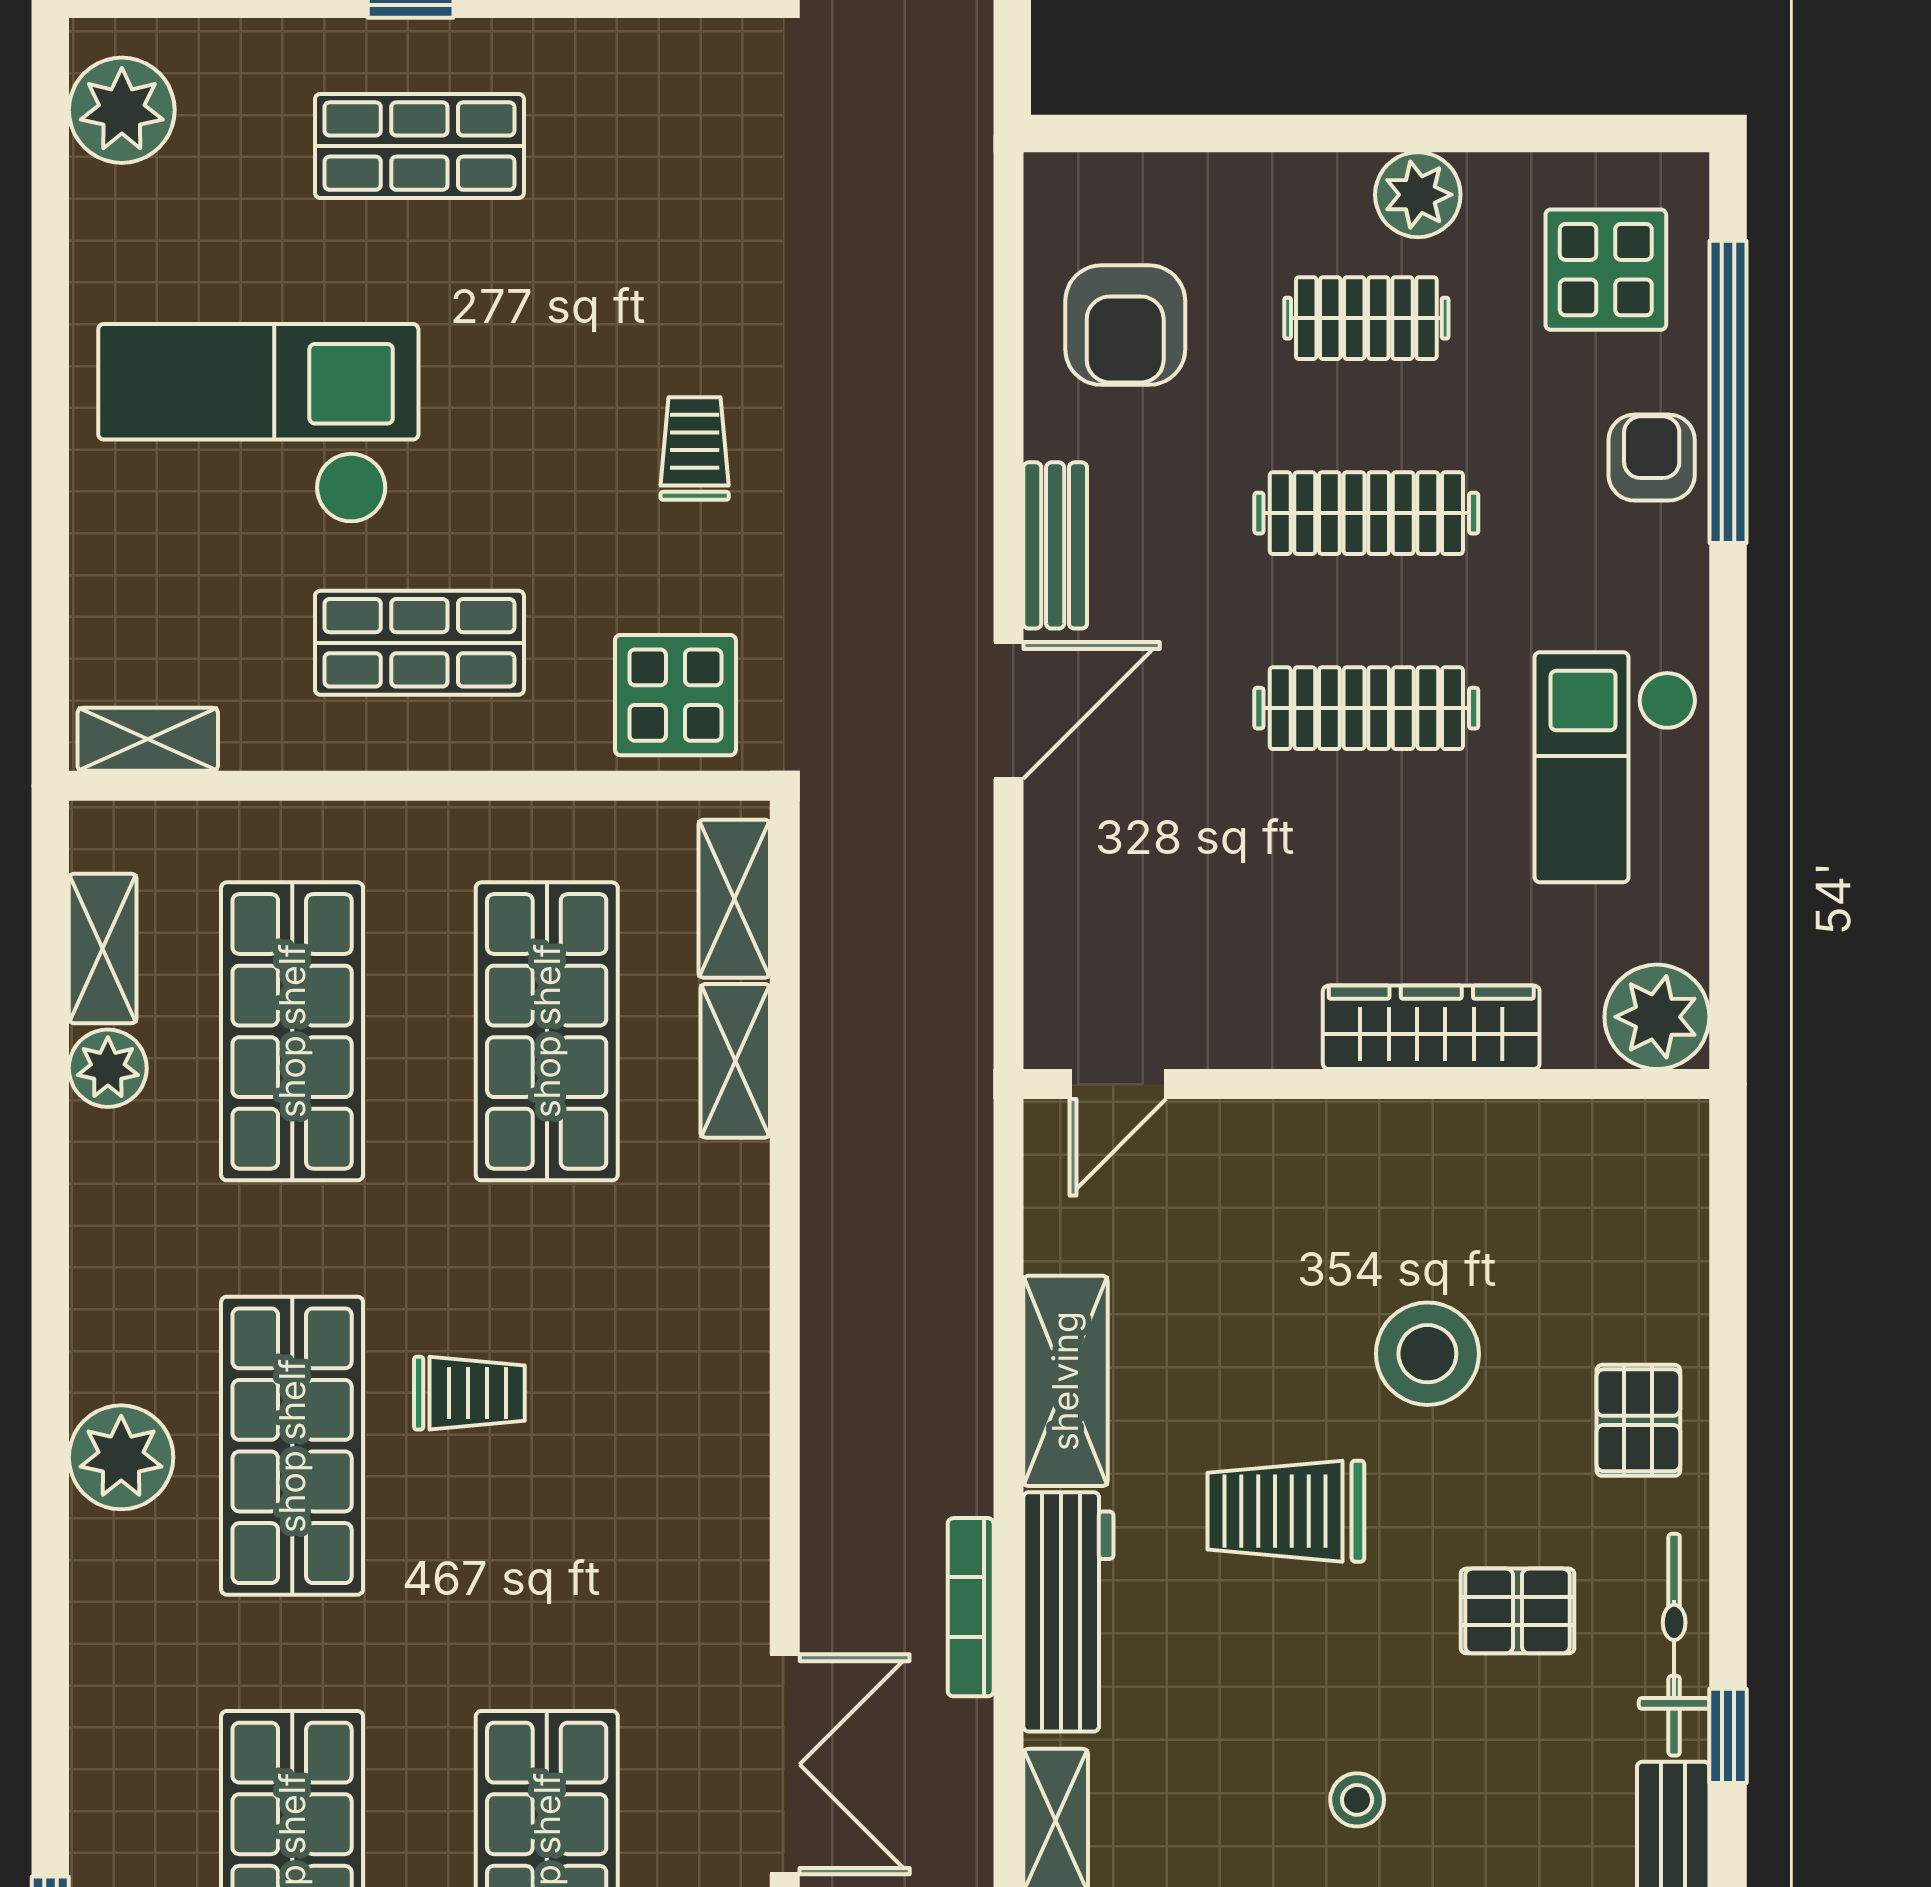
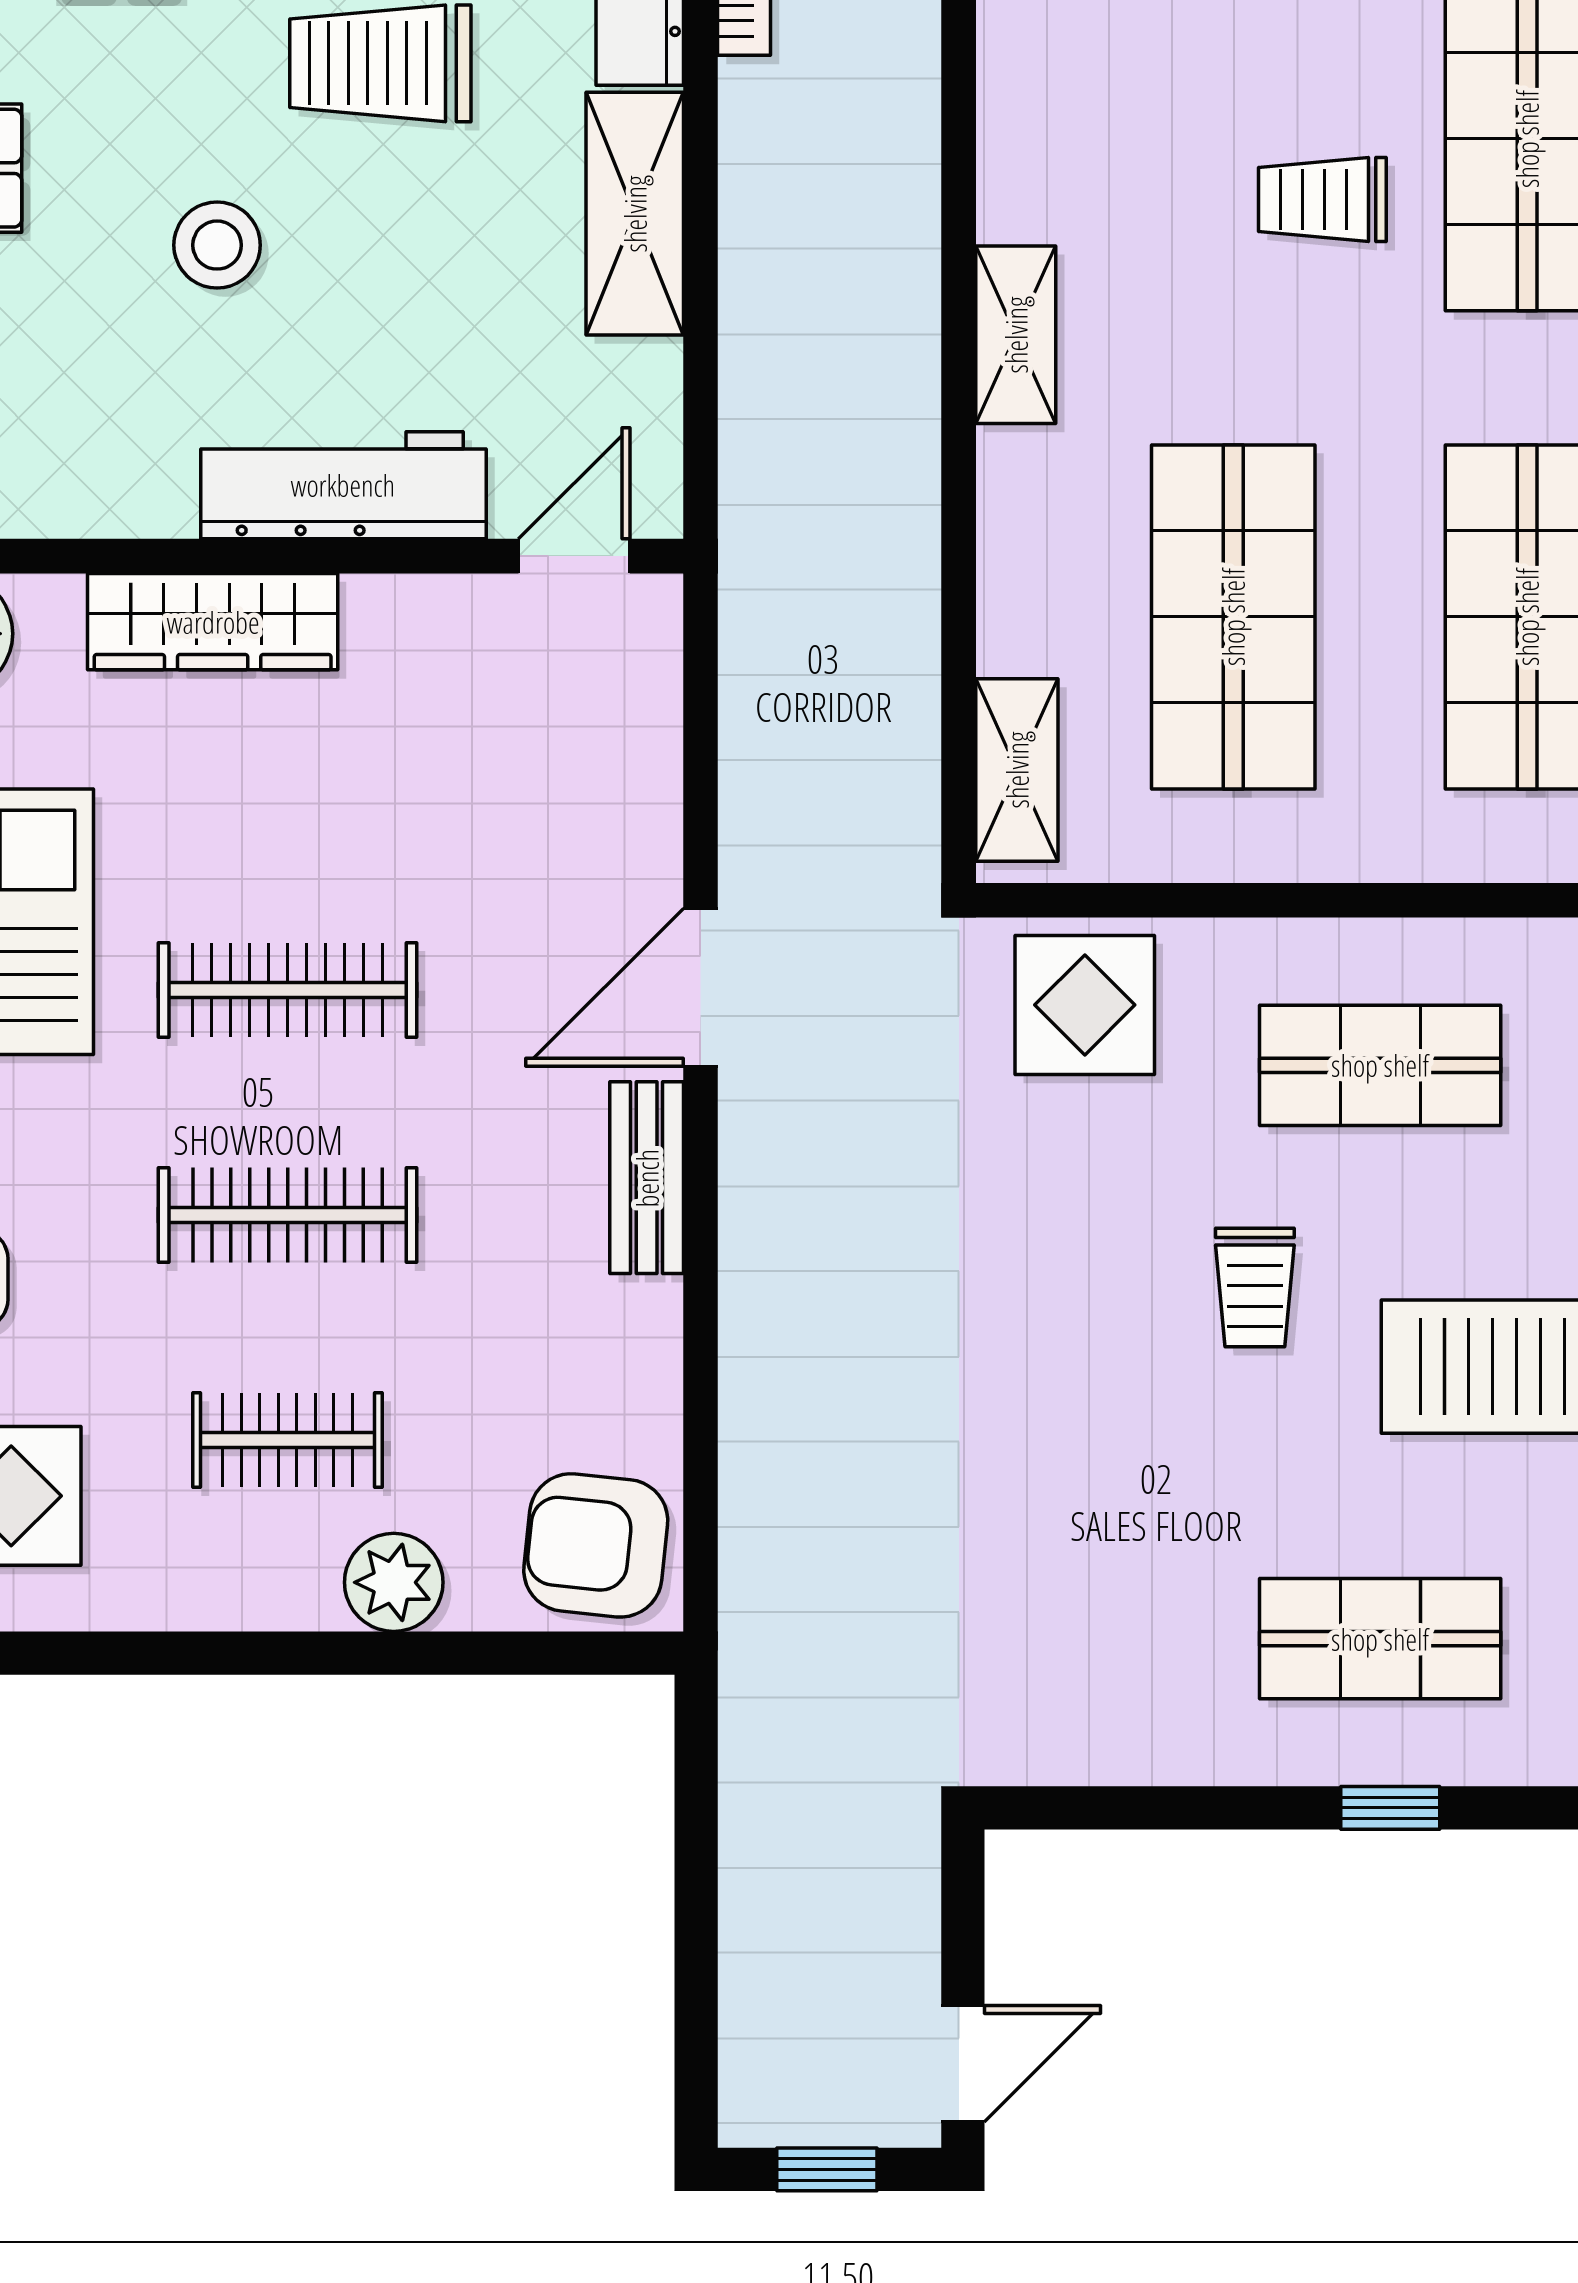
plant: (1418, 195) -> (394, 1582), moved
armchair: (1125, 325) -> (596, 1545), moved, turned -84
trolley: (695, 449) -> (1255, 1288), moved
shelving: (735, 1061) -> (1016, 335), moved
workbench: (1318, 1145) -> (343, 485), added
stool: (1427, 1354) -> (217, 245), width x0.73, depth x0.73
trolley: (1286, 1511) -> (380, 63), turned 180

